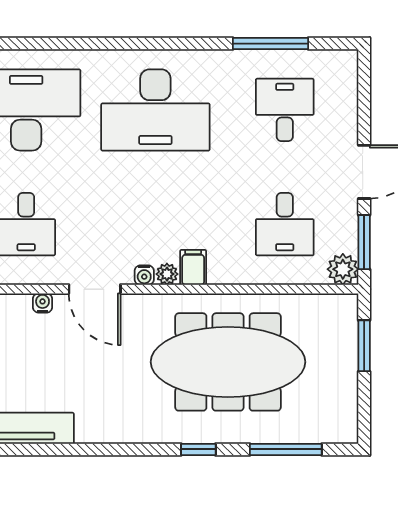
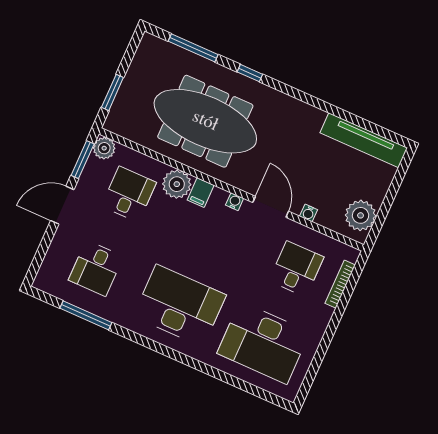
plant: (167, 274) -> (177, 184), moved, width x1.88, depth x1.88

